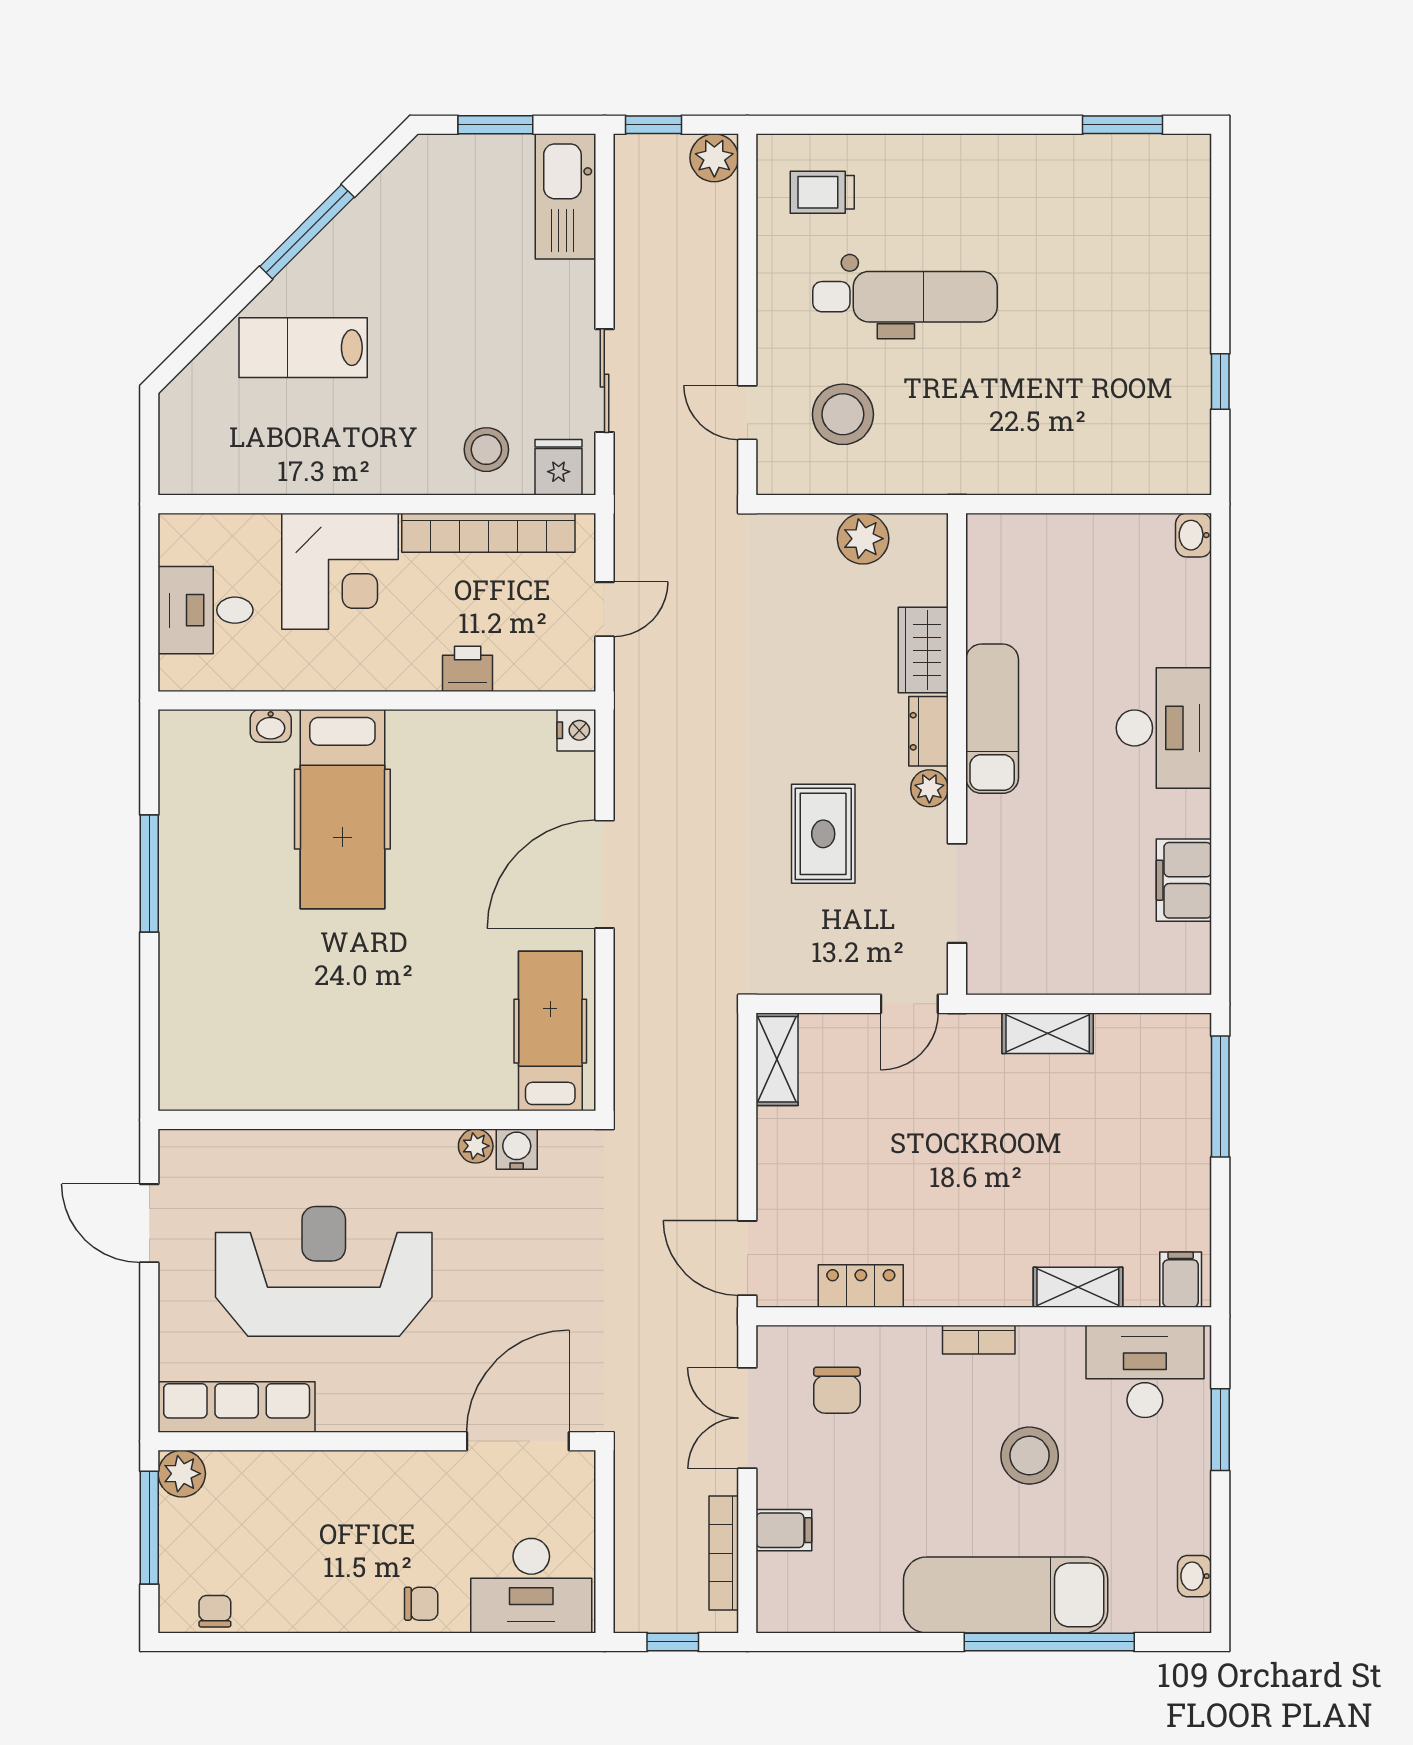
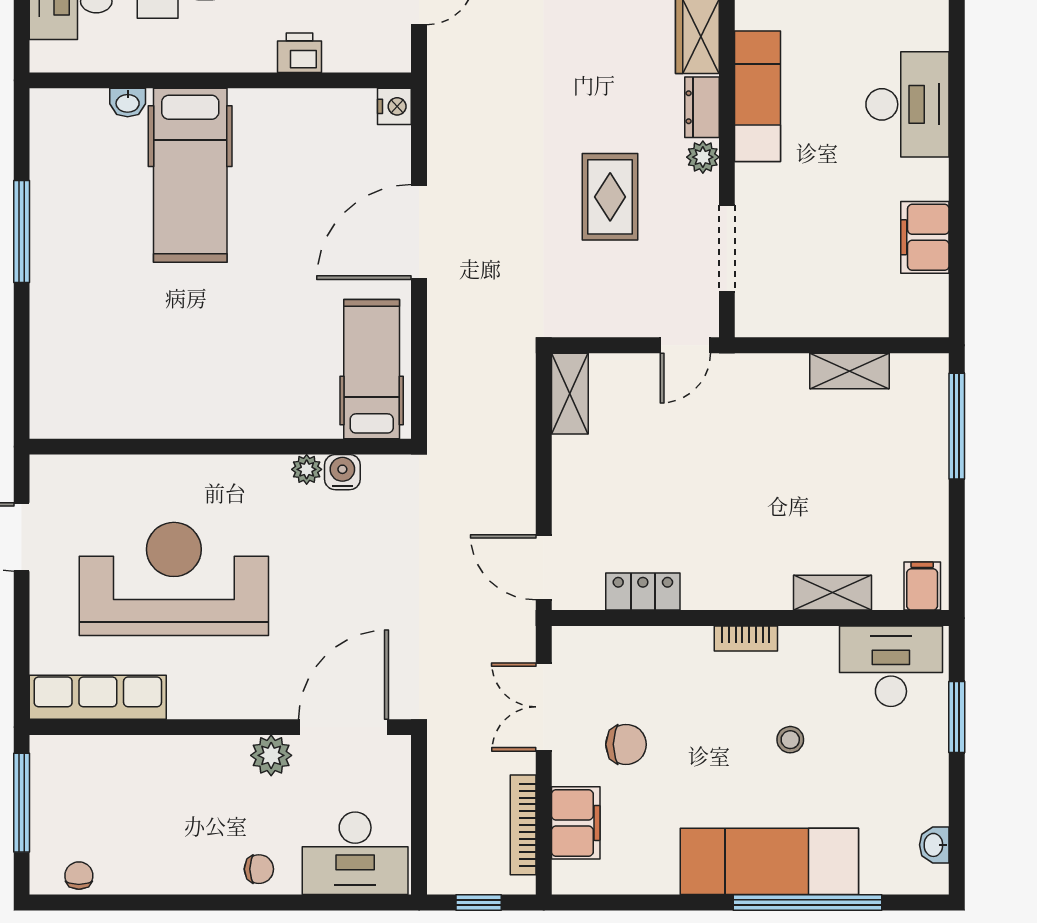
shelving: (1048, 1033) -> (850, 371), moved
chair: (837, 1390) -> (626, 744), moved, turned -90
stool: (1030, 1456) -> (790, 740), width x0.53, depth x0.53
plant: (182, 1474) -> (271, 755), moved
filing cabinet: (784, 1530) -> (576, 823), width x2.00

